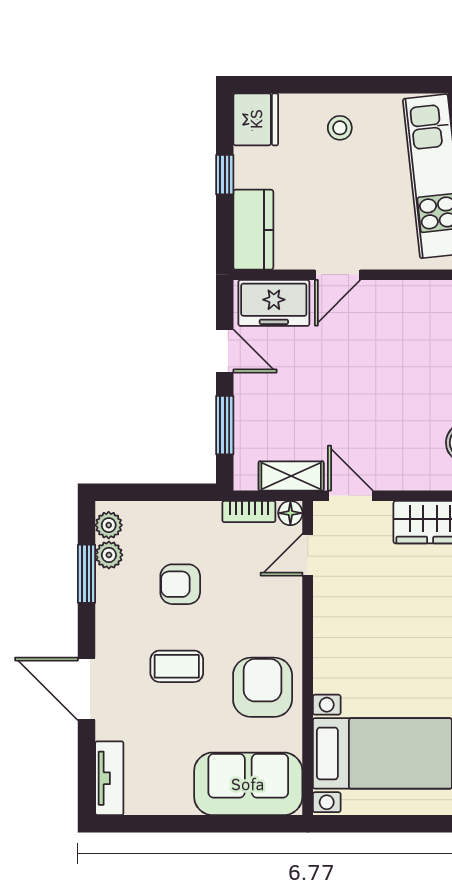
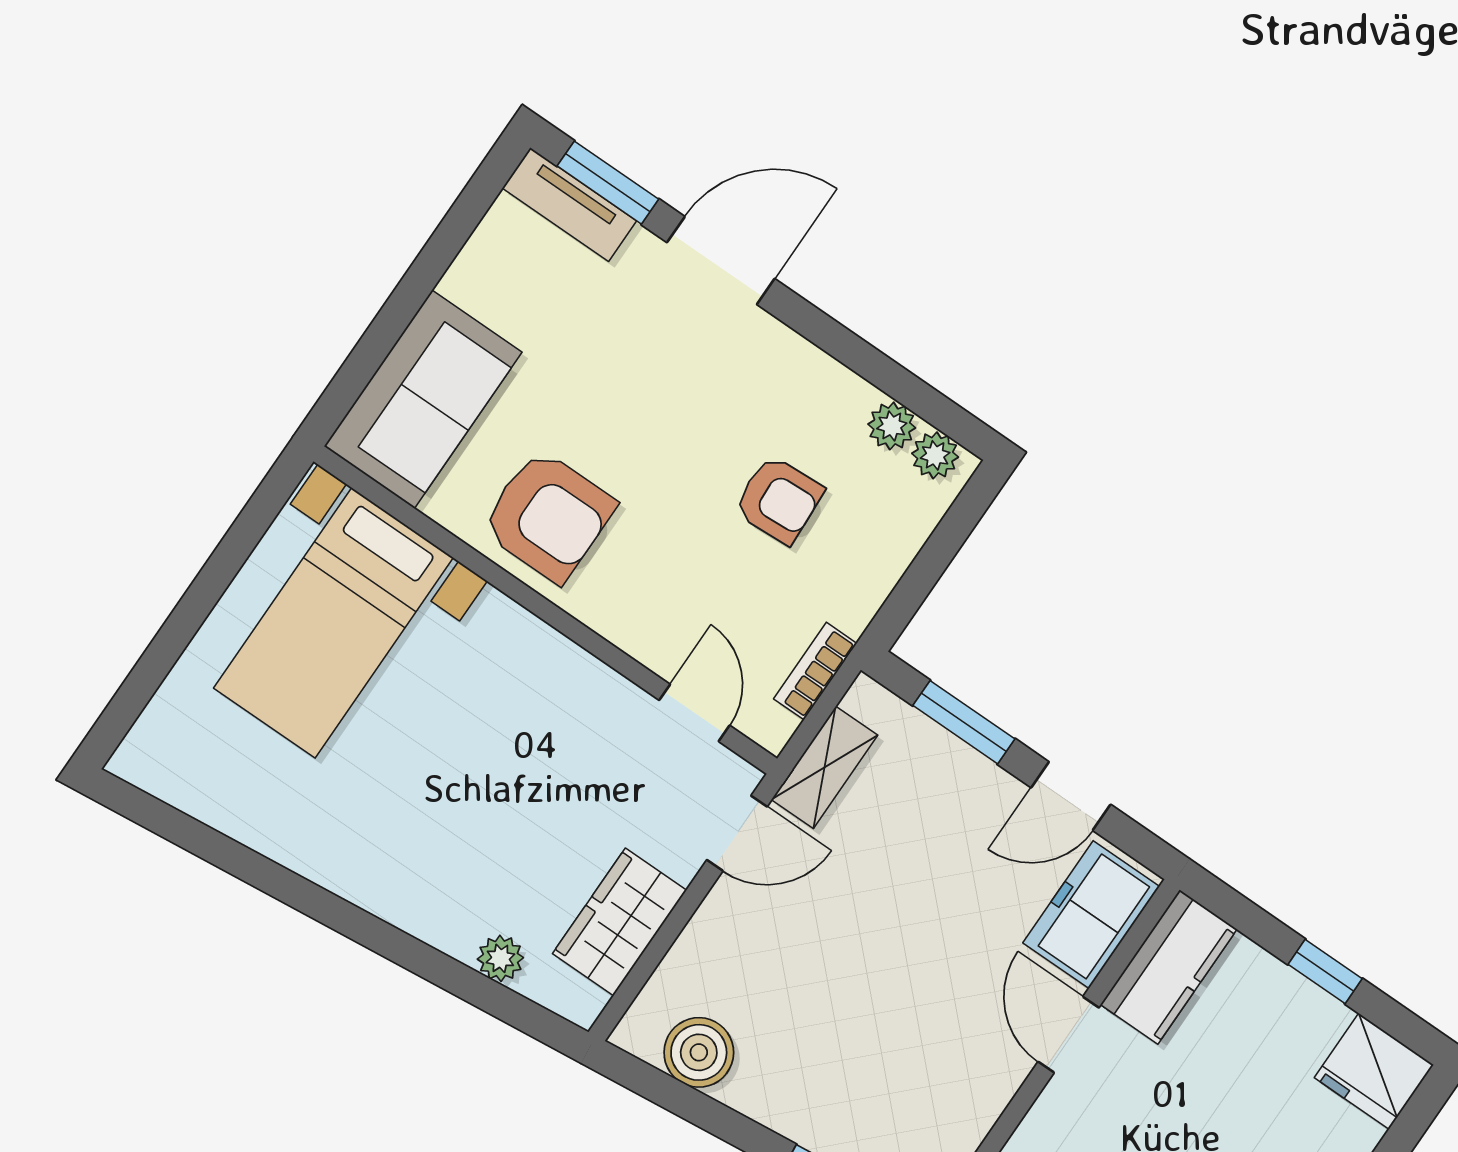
kitchen counter: (253, 230) -> (1169, 967), moved, turned -90
floor lamp: (290, 513) -> (772, 729), removed
window: (87, 574) -> (608, 183), moved
armchair: (180, 584) -> (779, 500), turned 87
coffee table: (177, 666) -> (664, 413), removed

